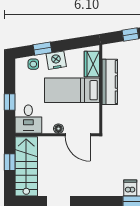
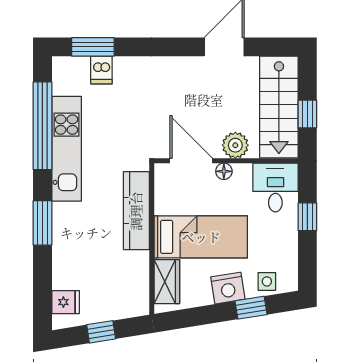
kitchen counter: (110, 82) -> (136, 211), moved
plant: (52, 144) -> (235, 145), added

